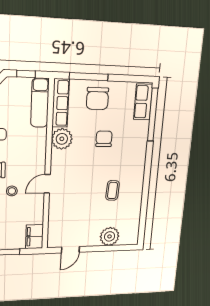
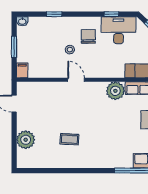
chair: (104, 139) -> (116, 128), removed
filing cabinet: (35, 237) -> (22, 70), width x0.50

